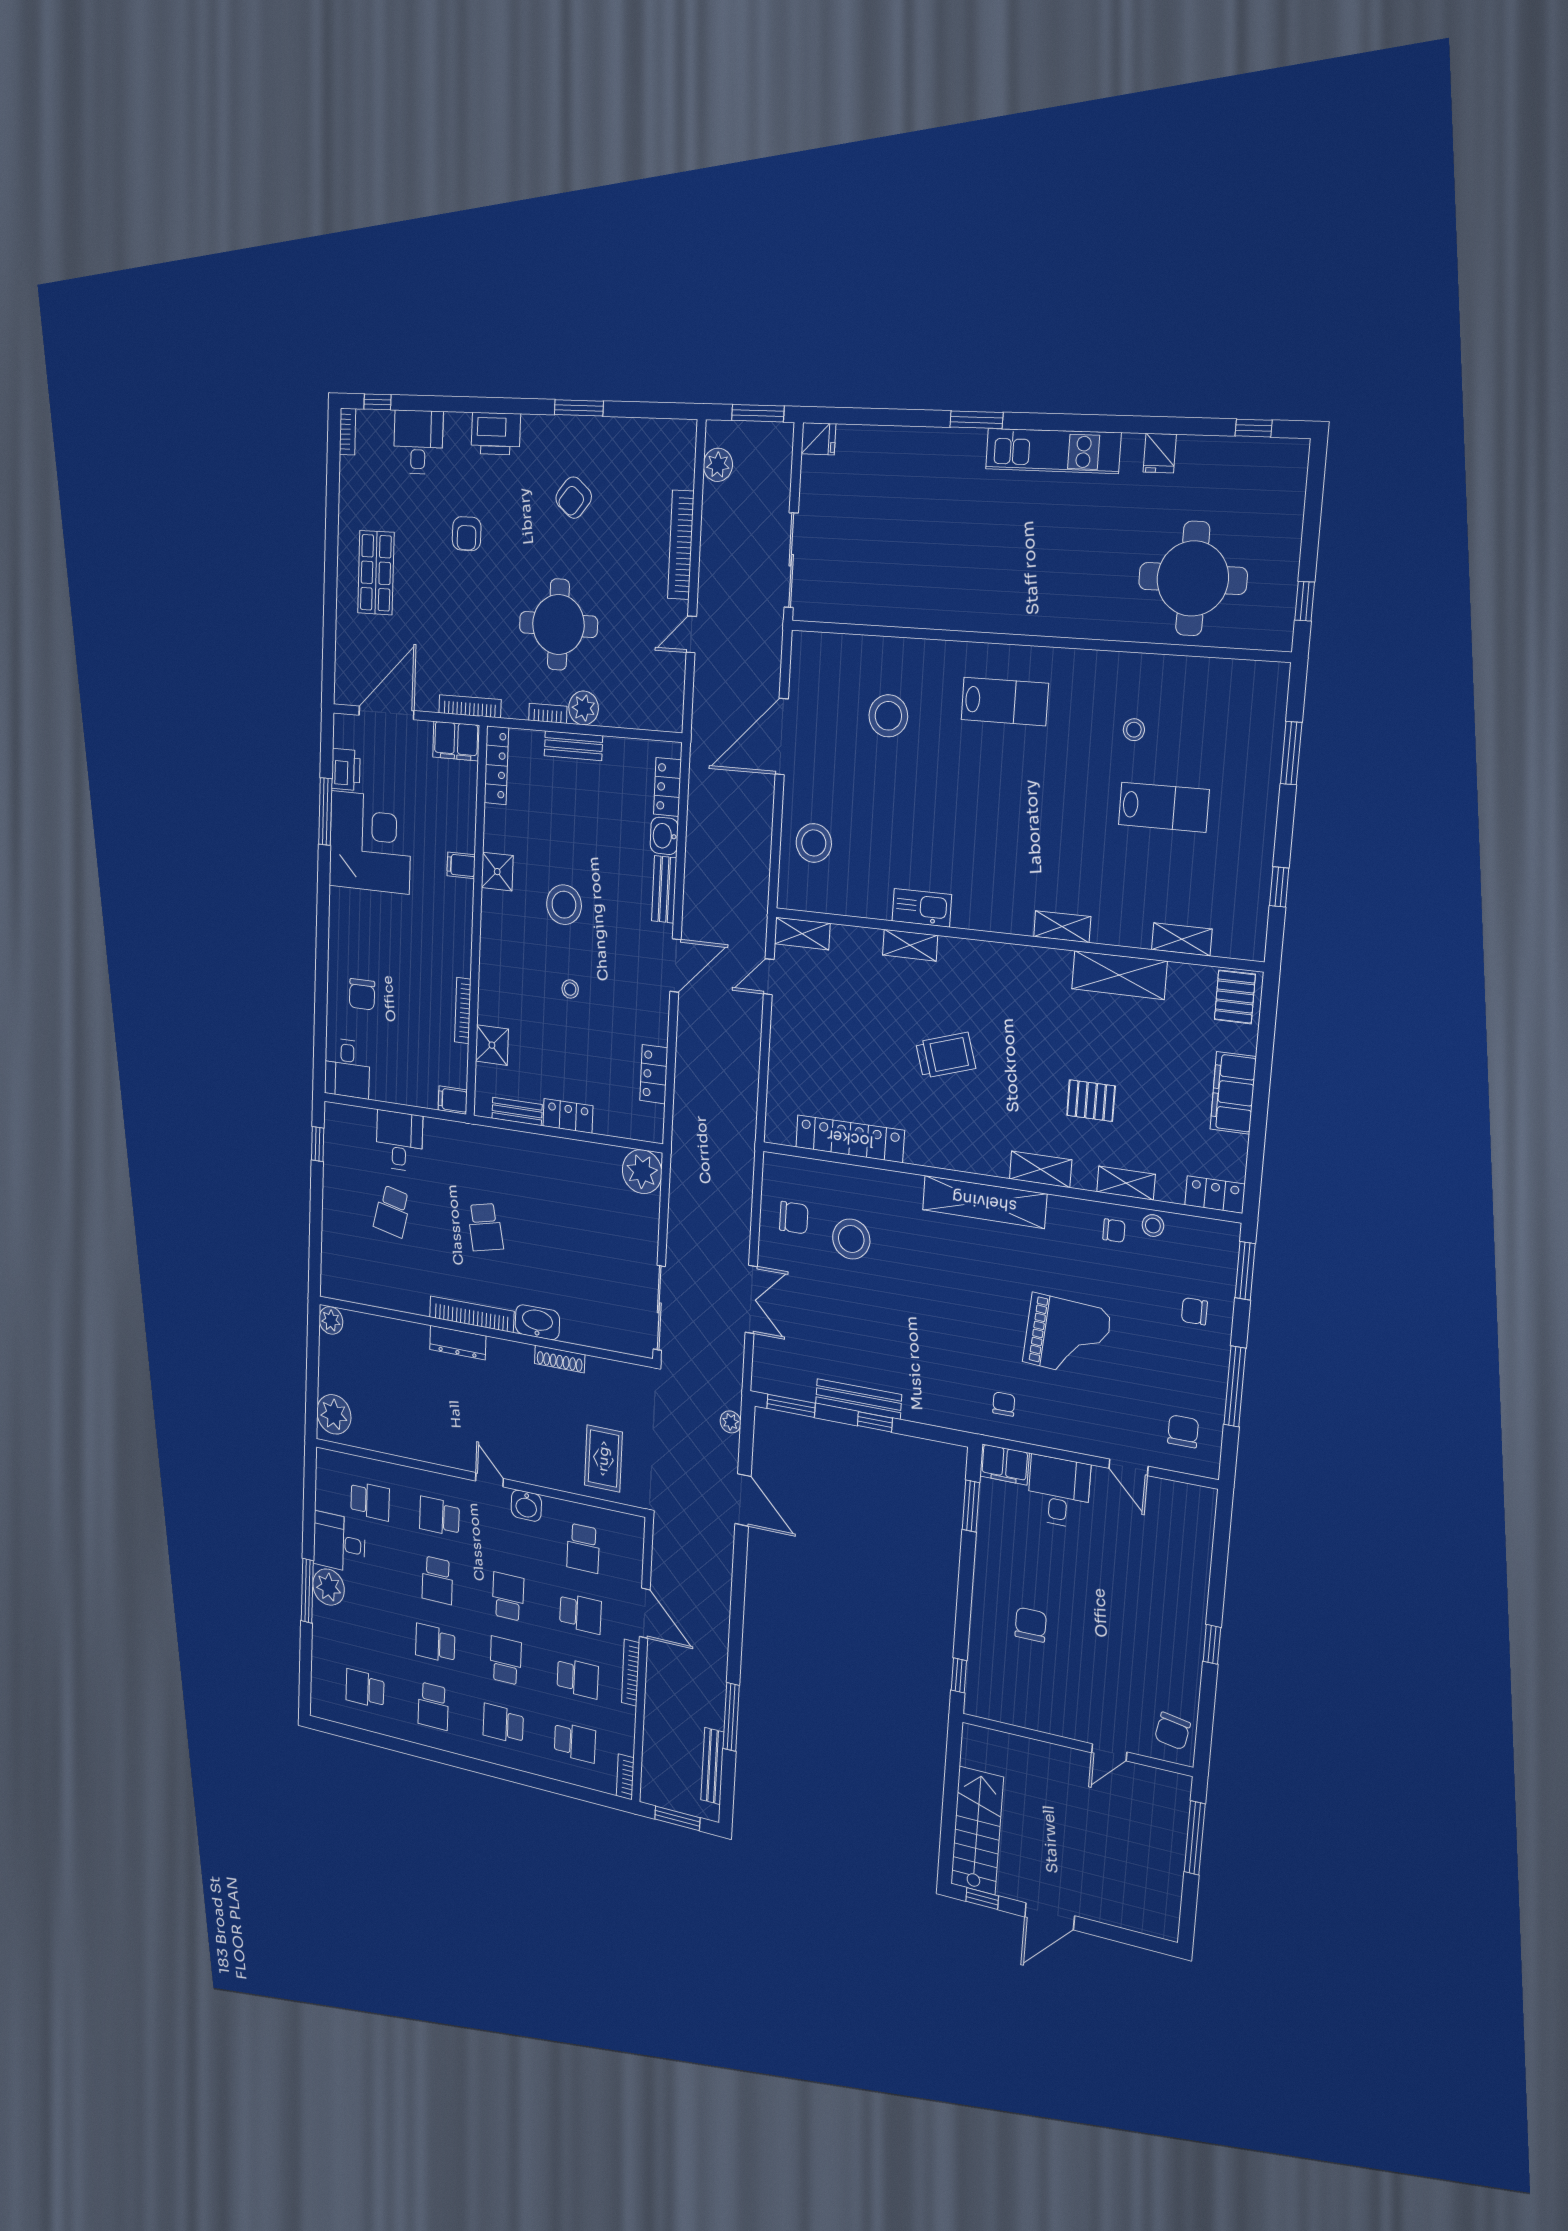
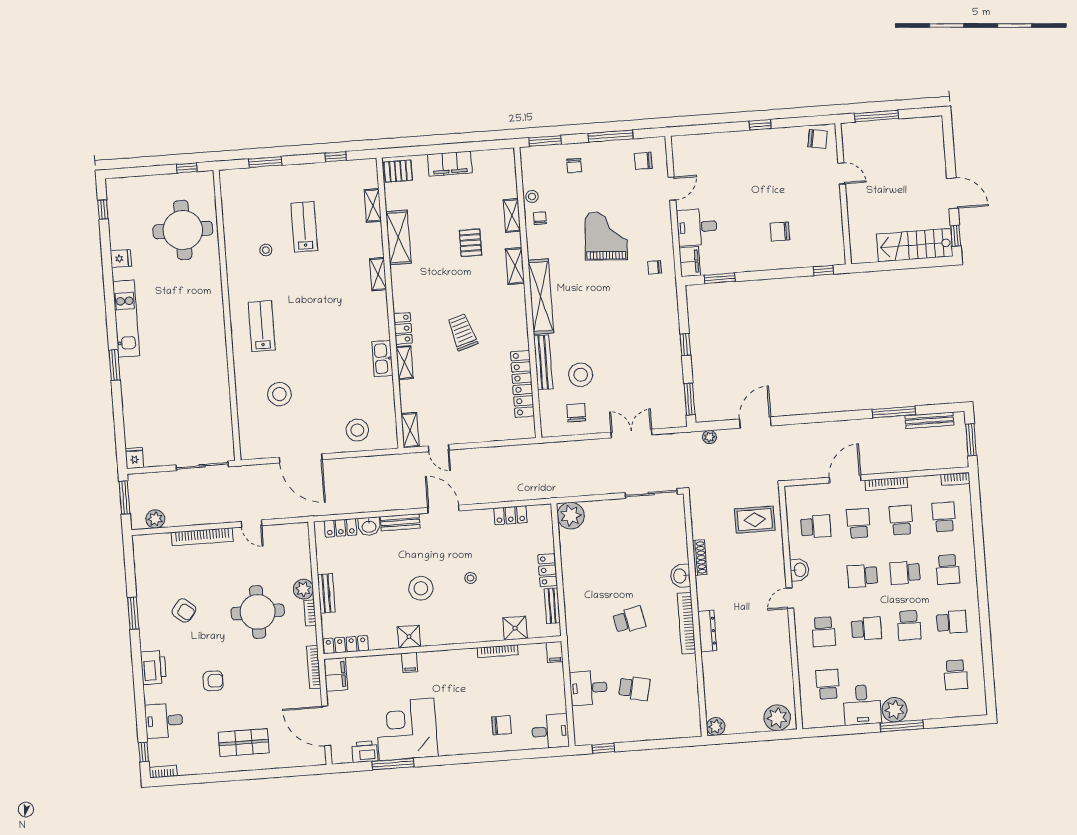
locker: (1215, 1195) -> (403, 328), moved, turned 180
washbasin: (537, 1322) -> (680, 576), width x0.72
bench: (858, 1399) -> (543, 362), moved

